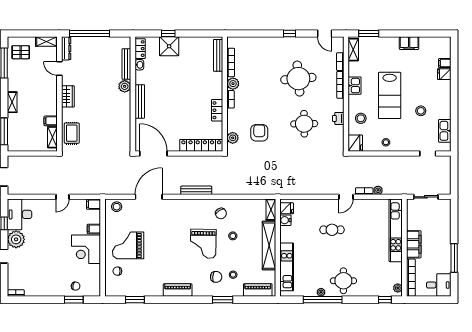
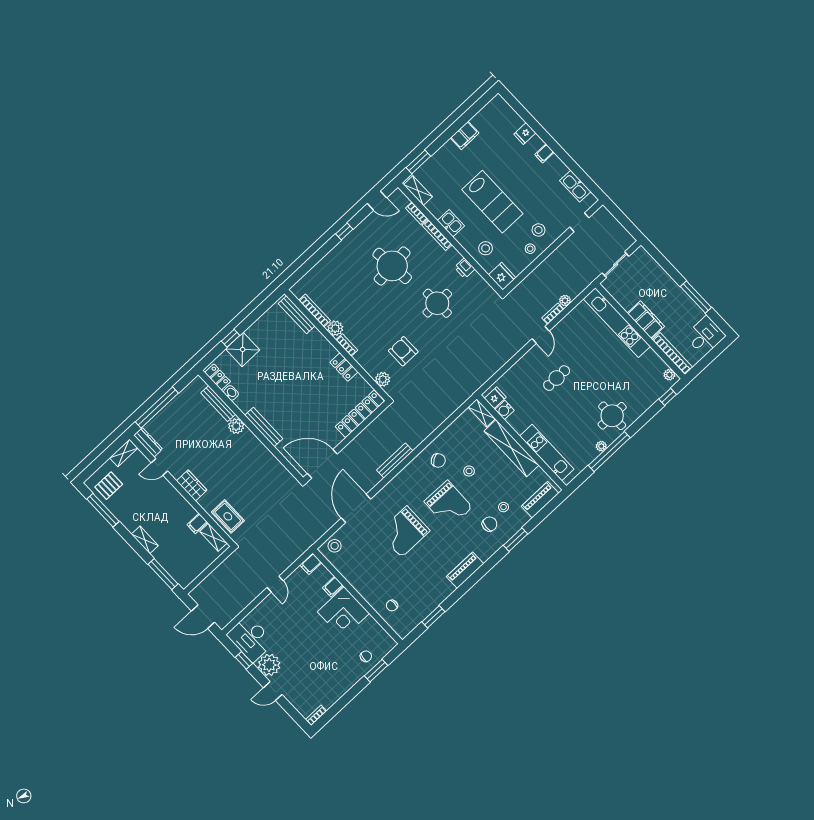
filing cabinet: (445, 63) -> (544, 153), moved
stool: (421, 111) -> (538, 230), moved
grand piano: (128, 245) -> (404, 532), moved

